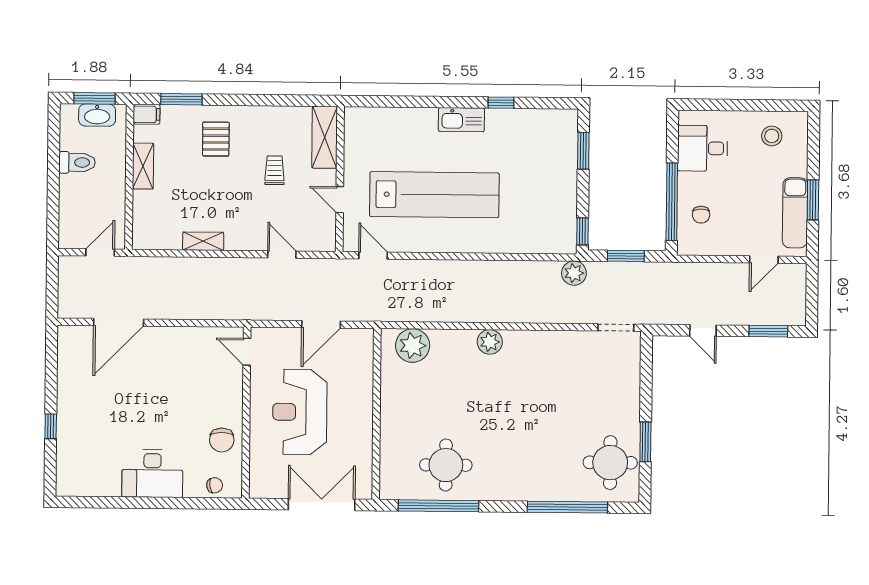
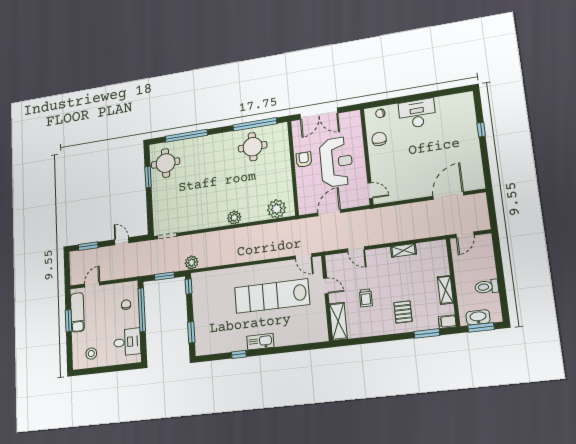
armchair: (356, 426) -> (304, 160), added

